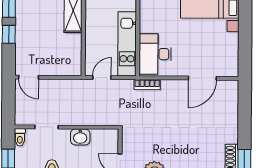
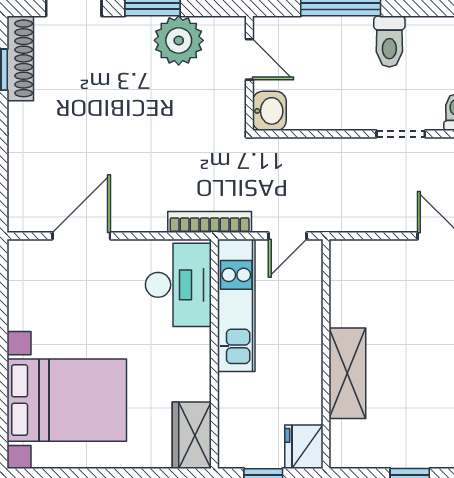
bookcase: (147, 85) -> (210, 222), width x1.56
washbasin: (80, 137) -> (269, 111), moved, turned 90

